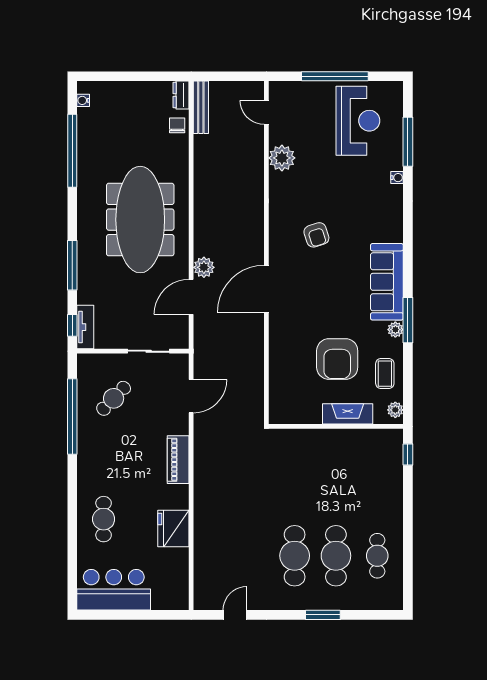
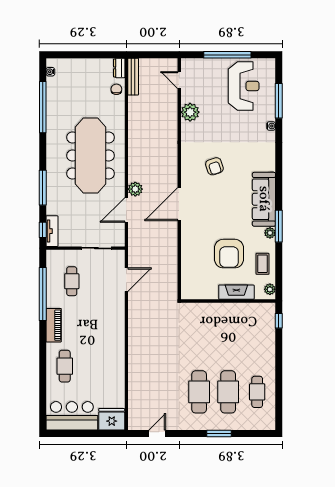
cafe table: (114, 398) -> (72, 281), turned -44
piano: (178, 460) -> (54, 325), moved, turned 180
fridge: (173, 529) -> (112, 419), moved, turned 90

